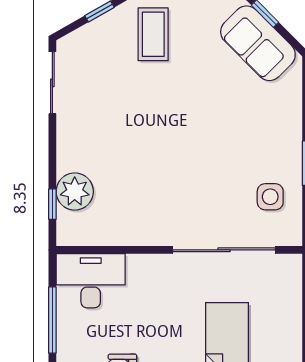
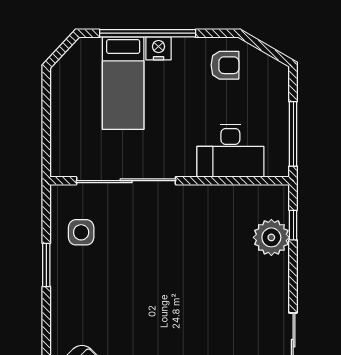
desk: (91, 281) -> (230, 151), moved
window: (52, 320) -> (293, 134), moved

